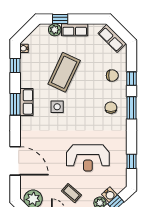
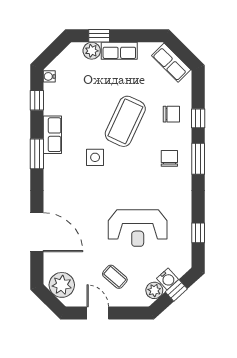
coffee table: (64, 72) -> (125, 121), moved
row of seats: (26, 102) -> (52, 135), moved

